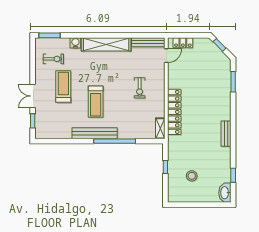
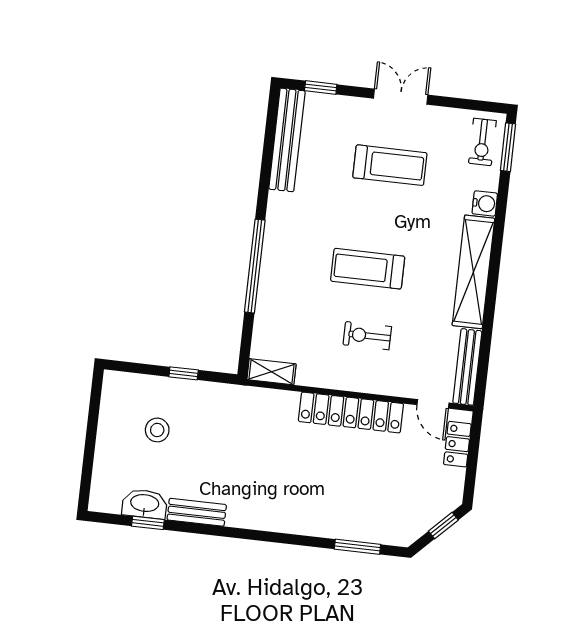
exercise bike: (53, 59) -> (482, 142), moved
double door: (33, 96) -> (401, 97), moved
treadmill: (96, 102) -> (368, 269), moved
locker: (174, 112) -> (351, 412), moved
bench: (95, 133) -> (287, 140), moved
bench: (226, 134) -> (197, 512), moved
washbasin: (225, 193) -> (145, 504), moved

